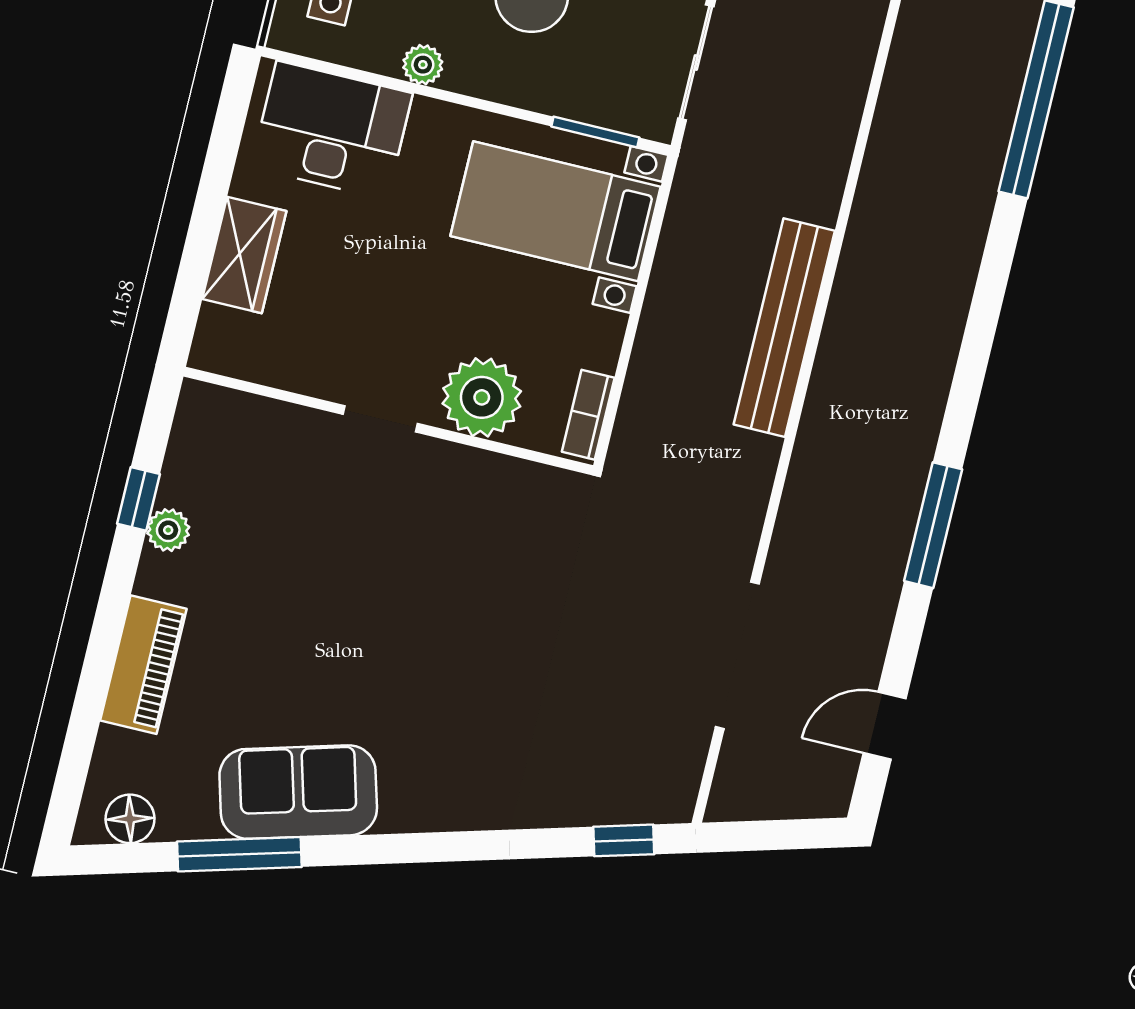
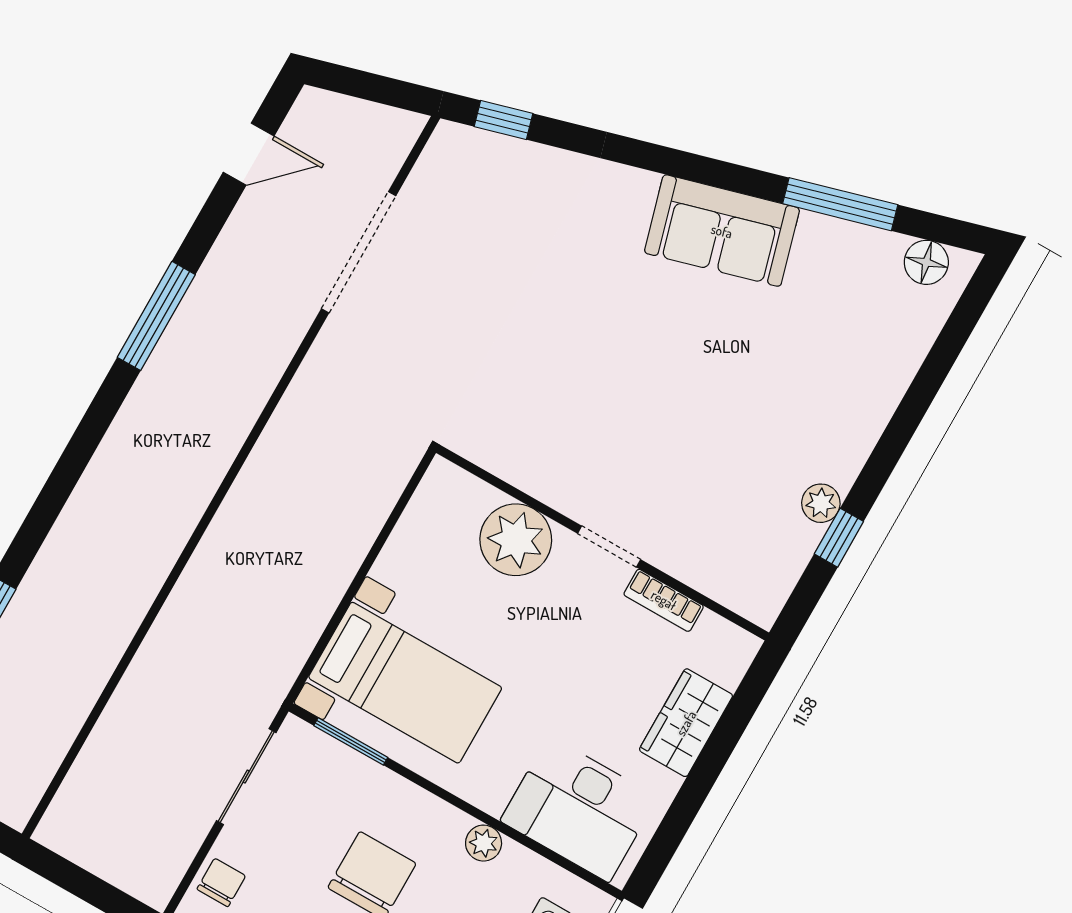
bench: (784, 328) -> (236, 525), removed
bookcase: (588, 415) -> (664, 600), moved, turned 90
piano: (143, 665) -> (876, 393), removed
sofa: (298, 792) -> (722, 231), moved

